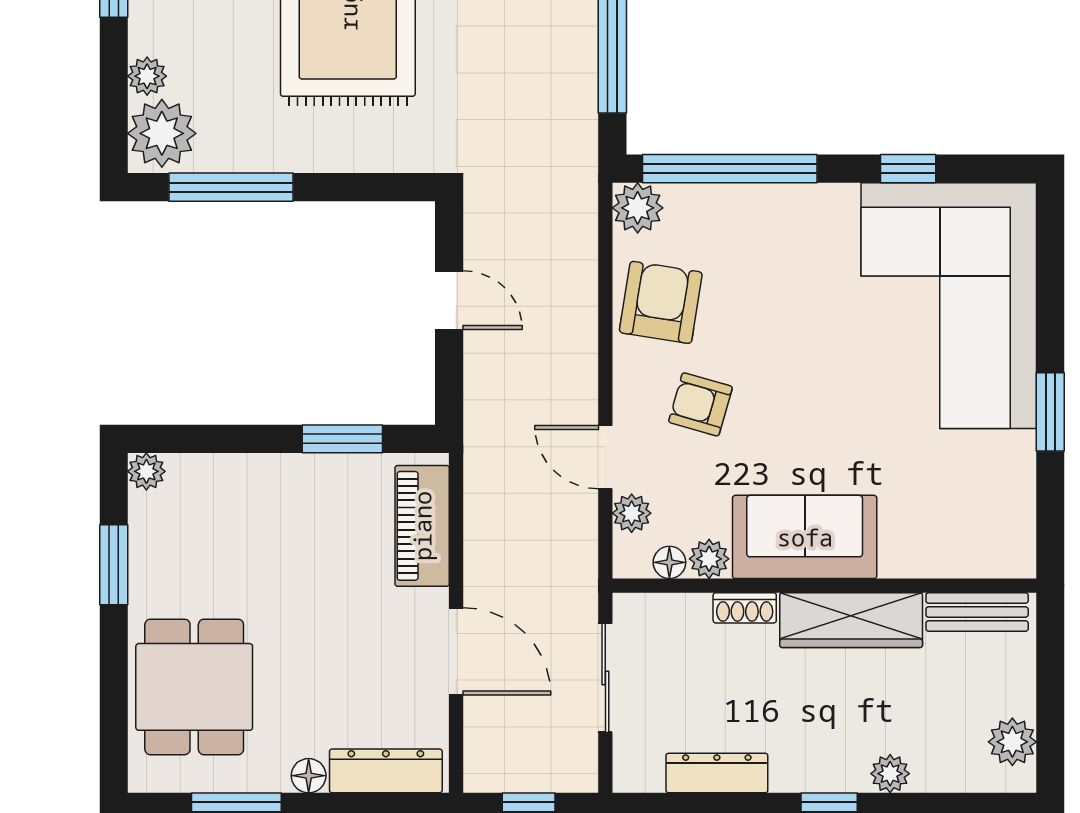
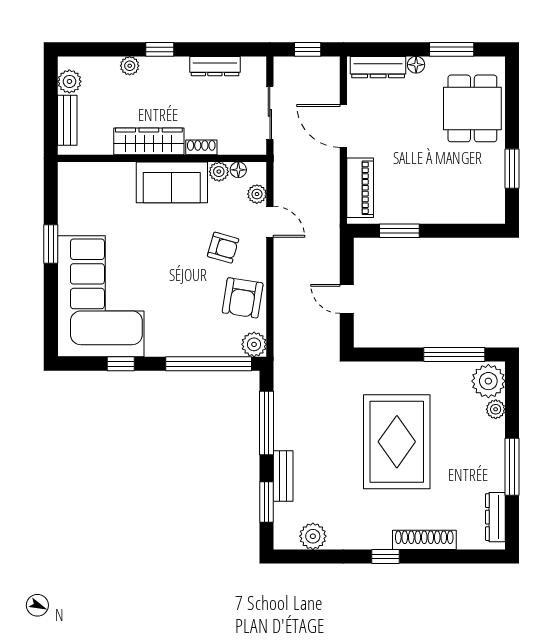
plant: (146, 471) -> (496, 215), removed
bench: (977, 612) -> (67, 120), moved, turned 90

